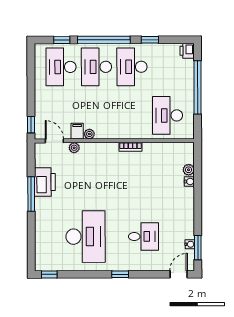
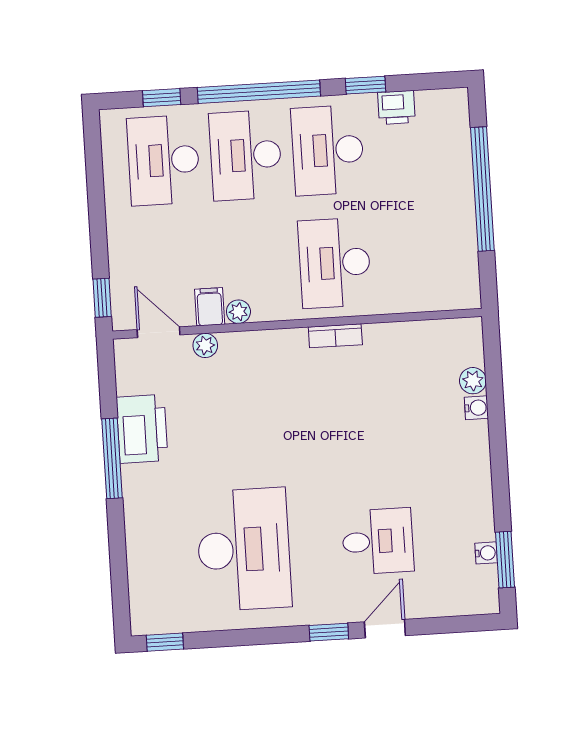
printer: (187, 51) -> (396, 107), moved, turned -90
desk: (168, 115) -> (335, 263), moved
door: (179, 274) -> (385, 629), moved

